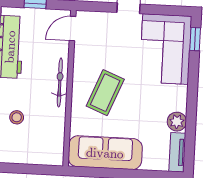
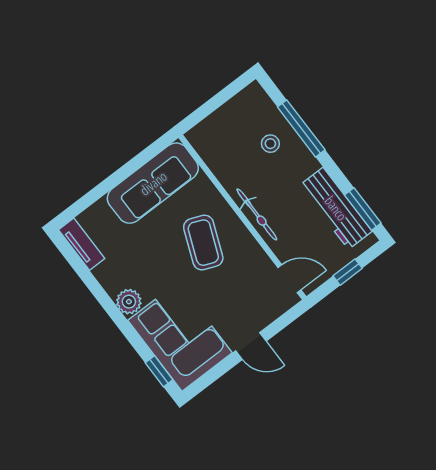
door: (73, 29) -> (290, 279), hinge flipped
plant: (177, 122) -> (129, 302), moved

